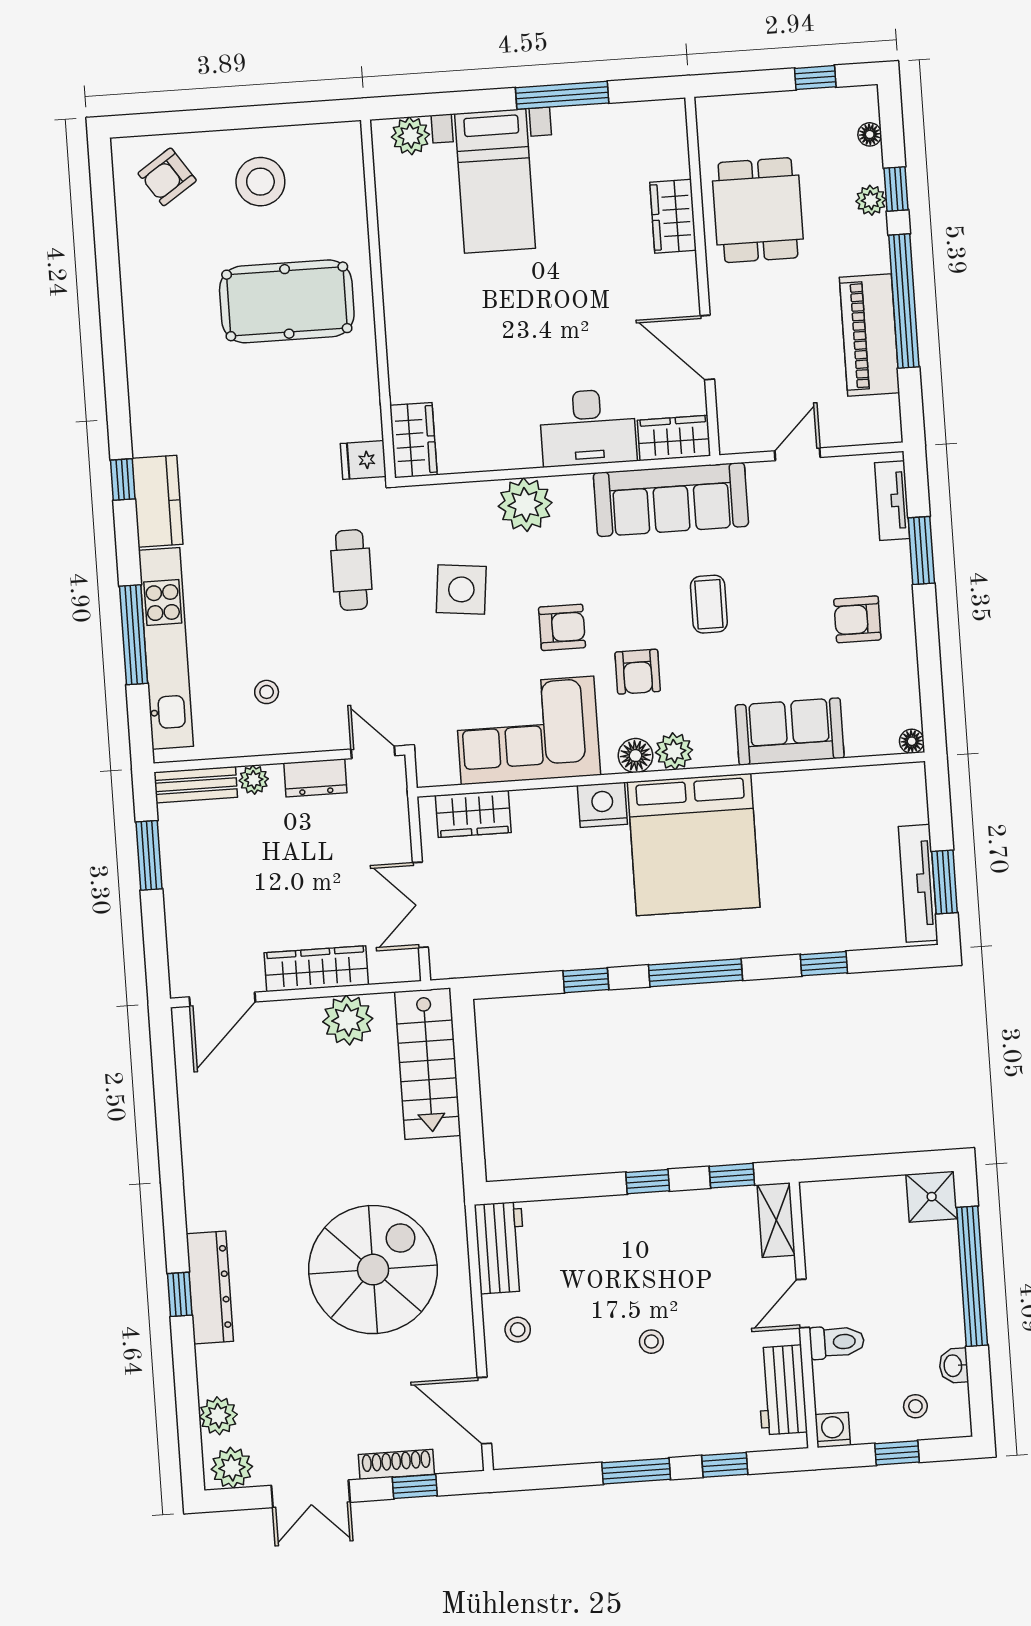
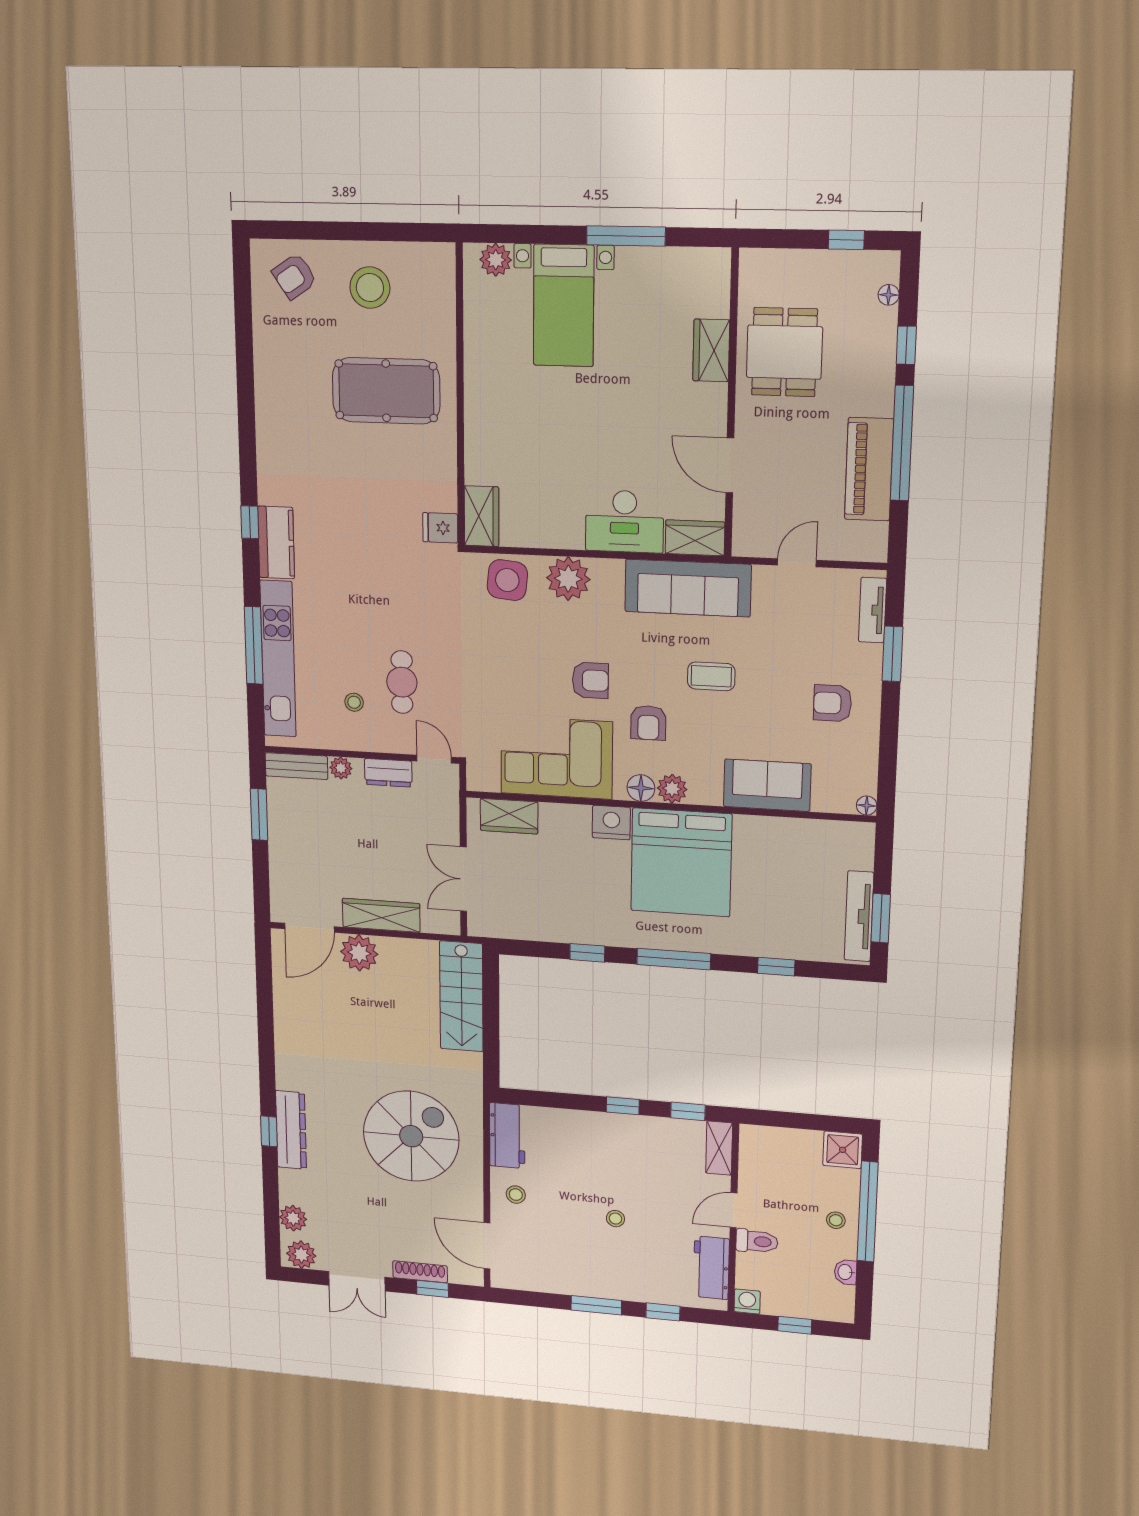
plant: (871, 200) -> (883, 353), removed
cafe table: (351, 570) -> (402, 682), moved
side table: (461, 589) -> (507, 580), moved
coffee table: (709, 604) -> (711, 676), turned 90
plant: (348, 1020) -> (359, 953), moved
stool: (915, 1406) -> (836, 1220), moved

